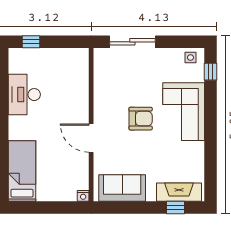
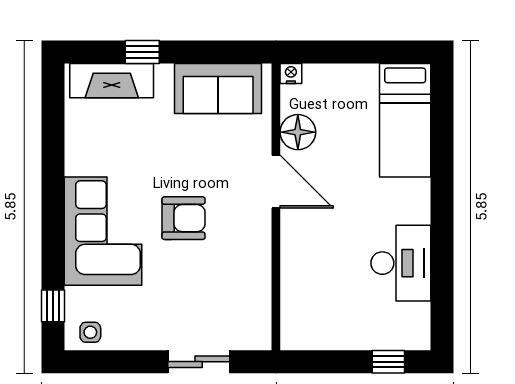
sliding door: (132, 42) -> (199, 362), width x0.73
armchair: (141, 119) -> (184, 218), turned 180
floor lamp: (79, 165) -> (298, 132), added
window: (175, 207) -> (142, 52), moved

